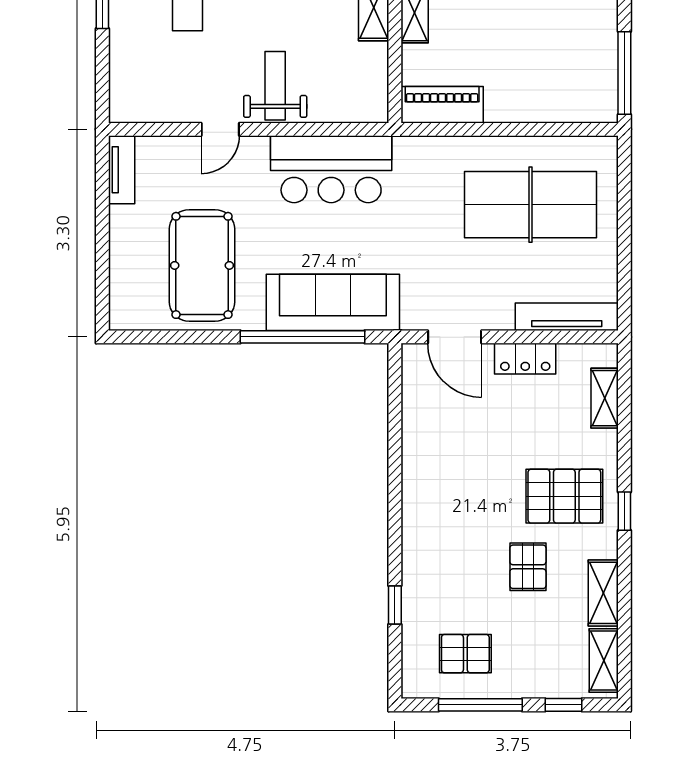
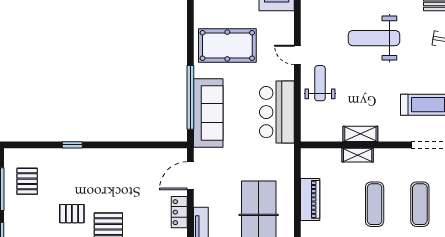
weight bench: (275, 86) -> (320, 83), turned -90
piano: (442, 105) -> (310, 199), moved
window: (395, 605) -> (72, 145), moved

